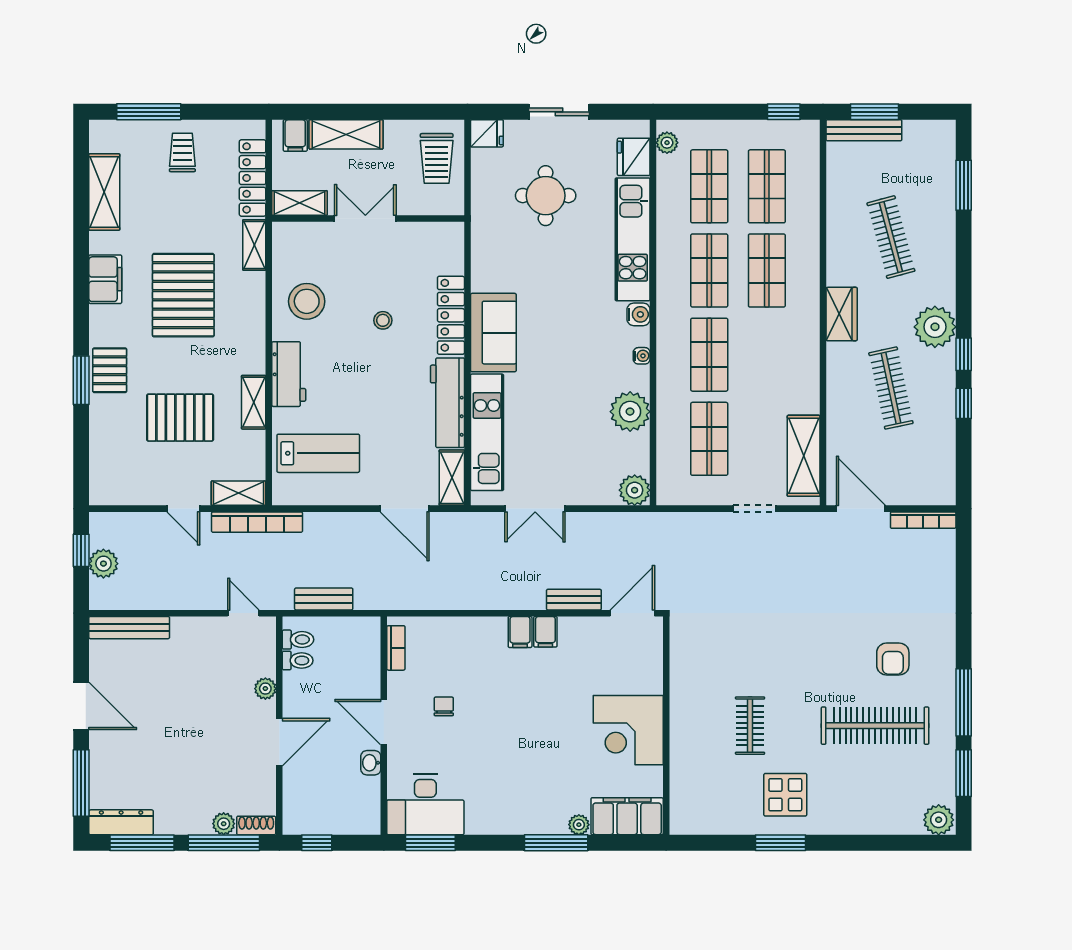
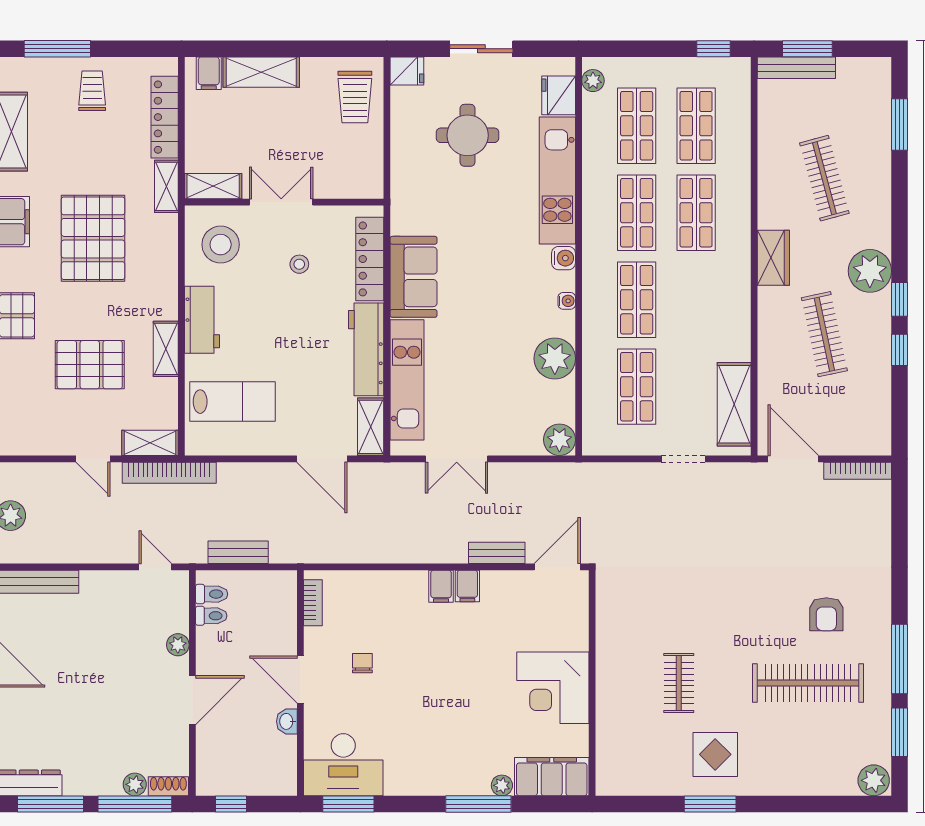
shelving: (300, 203) -> (213, 186), moved
double door: (365, 218) -> (281, 202), moved
wall: (368, 218) -> (284, 202), moved

